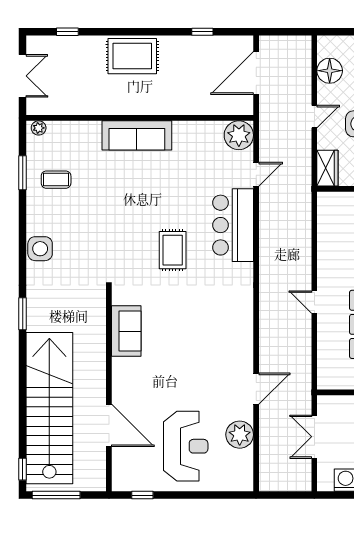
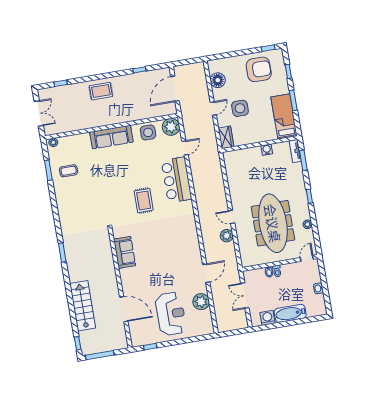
rug: (132, 56) -> (101, 91), width x0.73, depth x0.70
side table: (40, 249) -> (148, 132), moved
plant: (301, 332) -> (227, 236), added
stairs: (49, 408) -> (83, 306), width x0.54, depth x0.66

